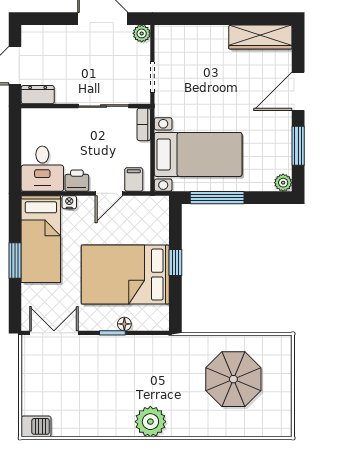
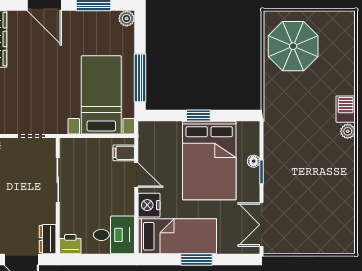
bookcase: (144, 124) -> (74, 144), removed
printer: (77, 181) -> (70, 244), moved, turned 90
nightstand: (69, 202) -> (149, 205), width x1.89, depth x1.79
parasol: (233, 379) -> (293, 46), moved
plant: (150, 422) -> (348, 131), width x0.53, depth x0.53
barbecue: (36, 426) -> (346, 109), moved

